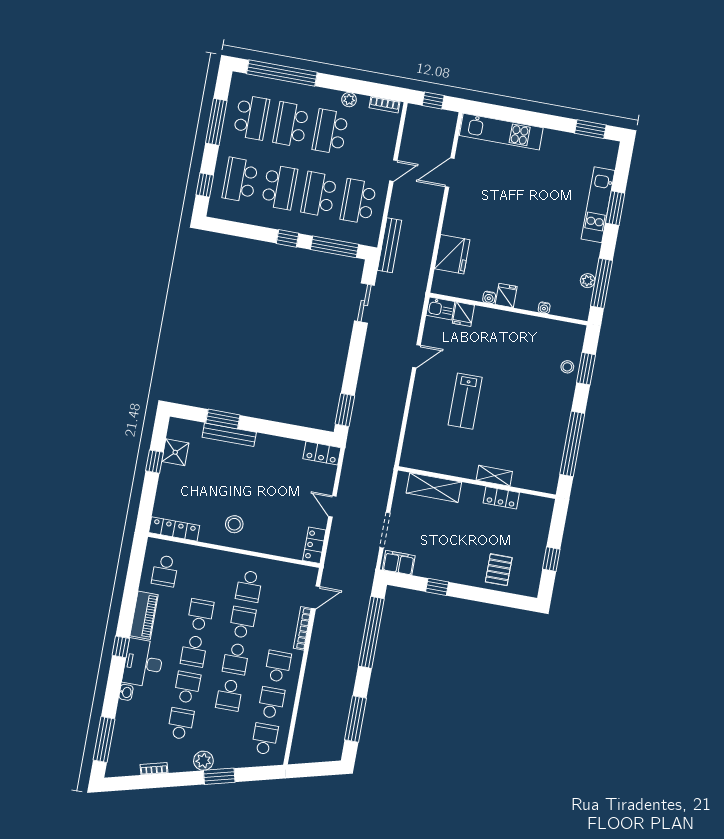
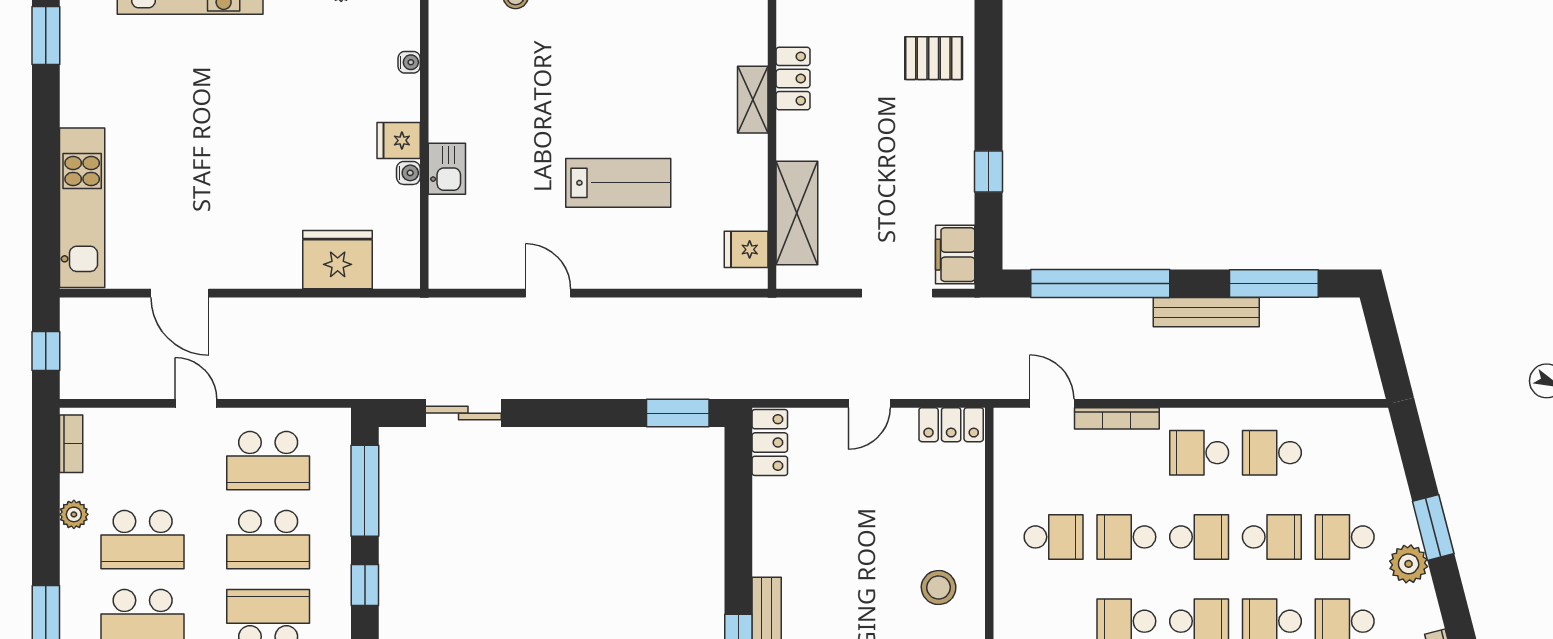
bench: (390, 245) -> (1206, 312), moved
kitchen sink: (440, 308) -> (447, 169), moved
fridge: (463, 314) -> (746, 249), moved, turned 180
school desk: (265, 739) -> (1345, 537), moved

